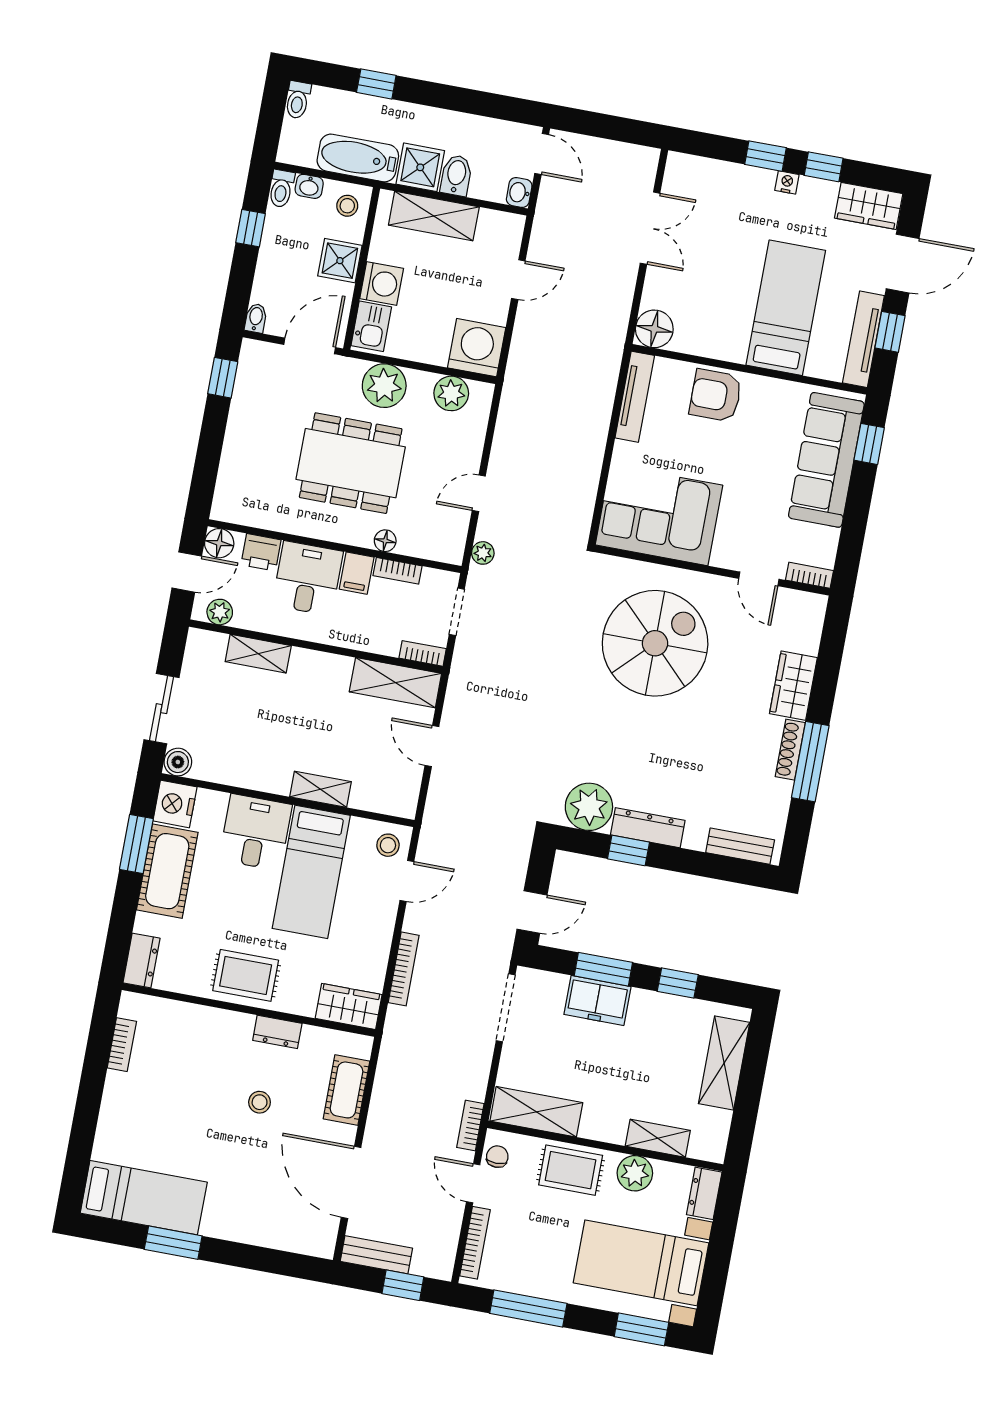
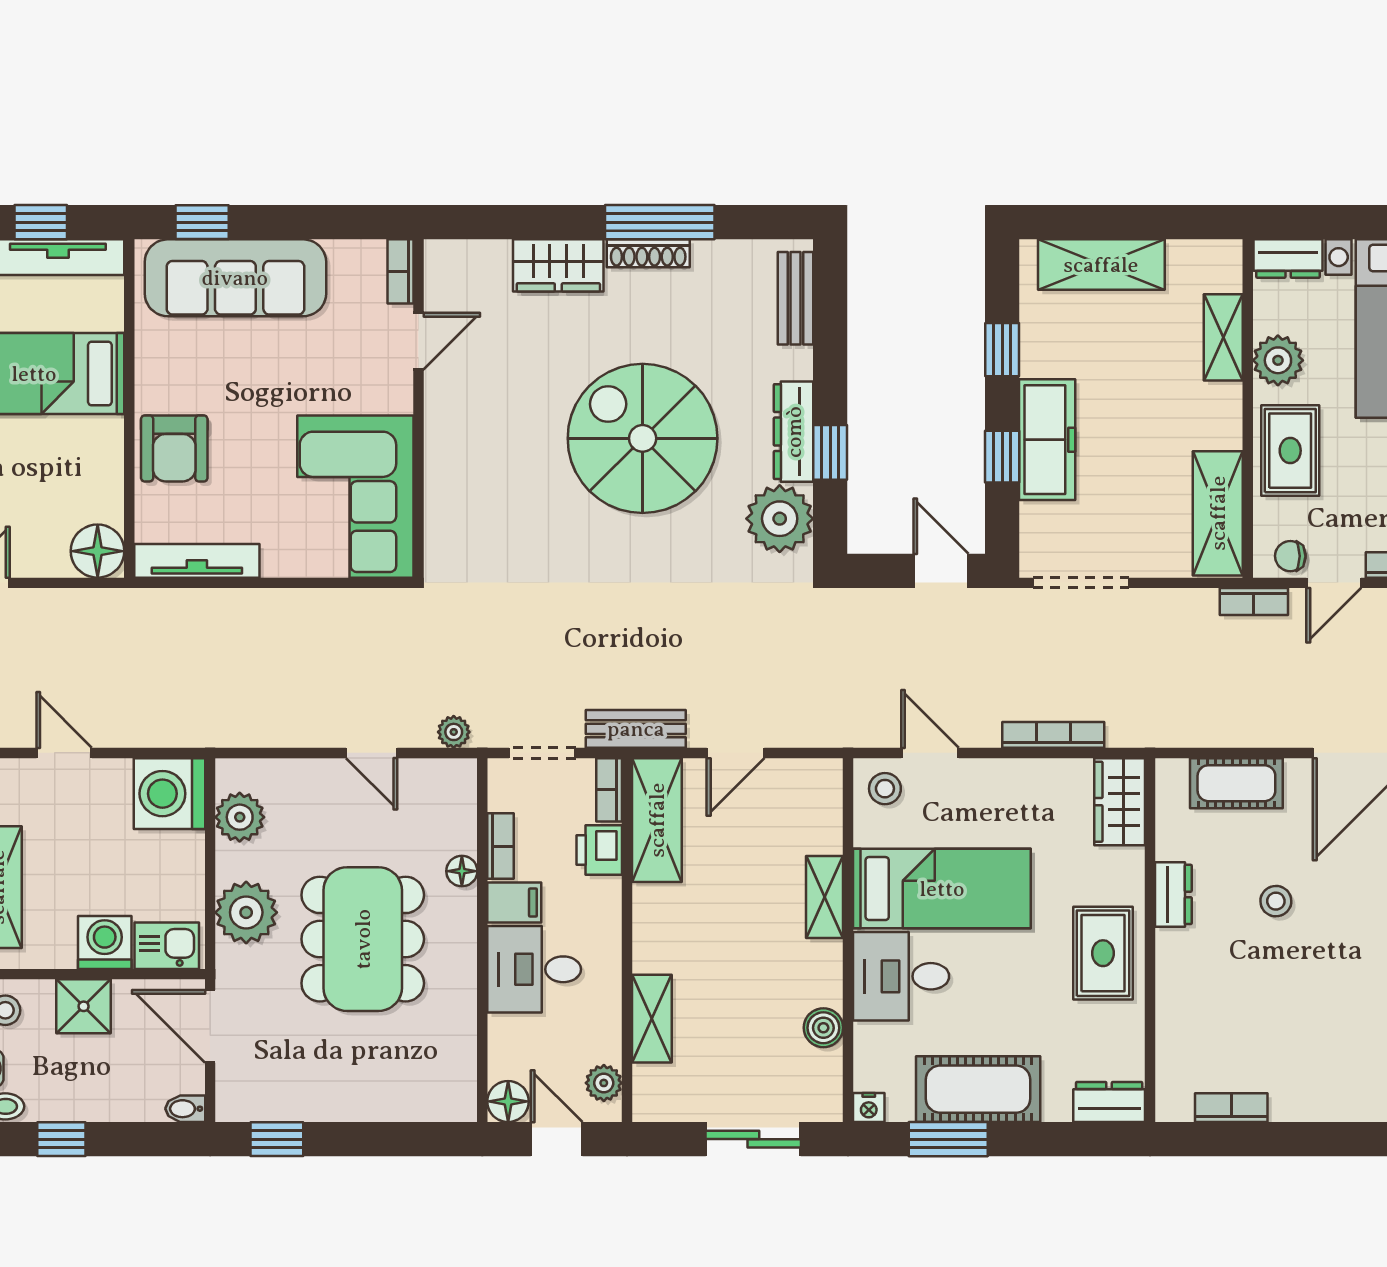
printer: (261, 552) -> (599, 850), moved, turned 180
spiral stairs: (655, 643) -> (643, 438), moved
bench: (462, 680) -> (636, 729), added
boiler: (178, 762) -> (823, 1028), moved
nightstand: (175, 804) -> (869, 1107), width x0.53, depth x0.56
window: (603, 969) -> (1002, 457), width x0.67
freezer: (597, 1001) -> (1047, 440), width x1.40

